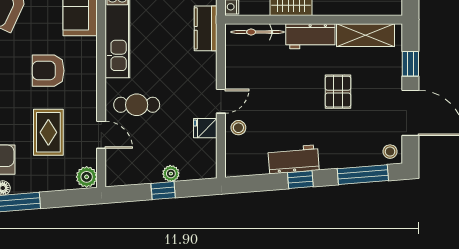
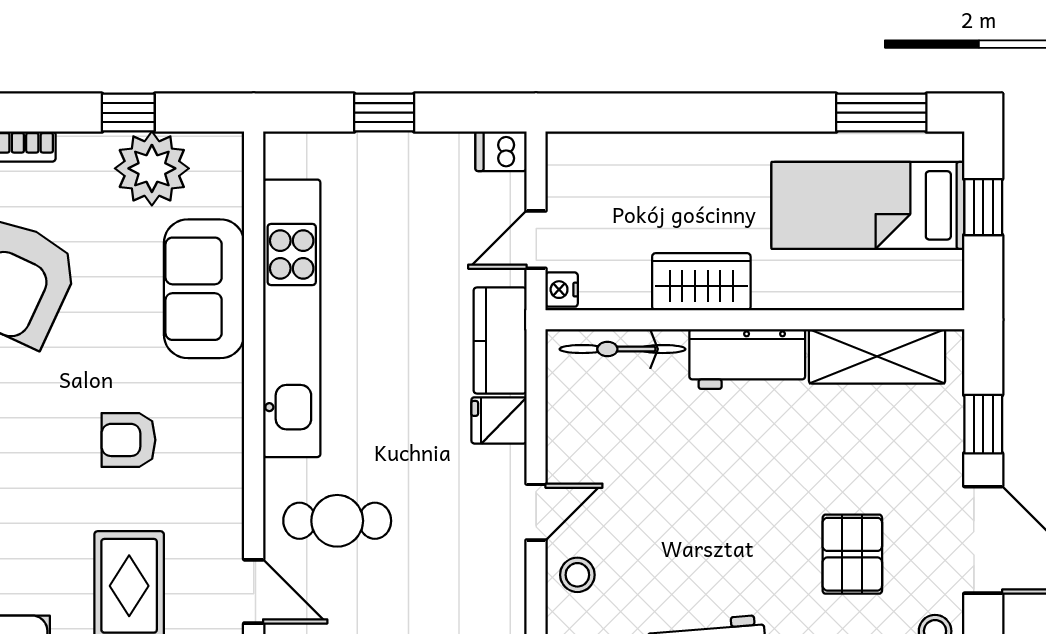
armchair: (48, 71) -> (128, 440), width x0.72, depth x0.72
pallet: (338, 92) -> (852, 554), moved
fridge: (205, 128) -> (499, 420), moved

